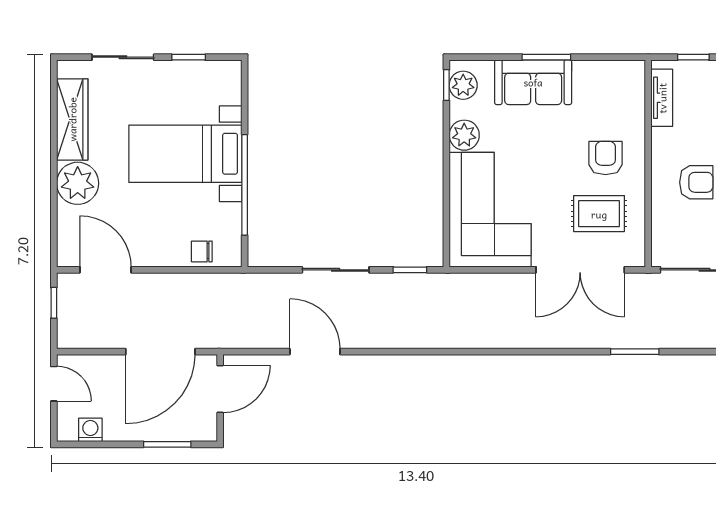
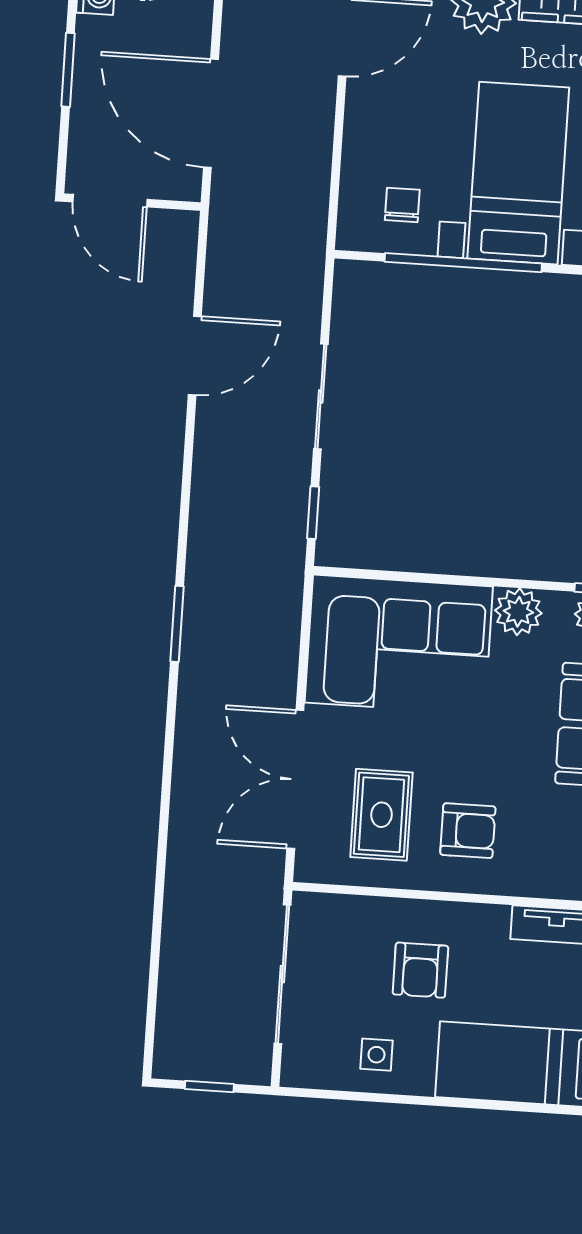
chair: (202, 251) -> (402, 205), moved
window: (635, 352) -> (177, 624), moved
door: (220, 389) -> (110, 201), moved
window: (167, 444) -> (68, 70), moved

